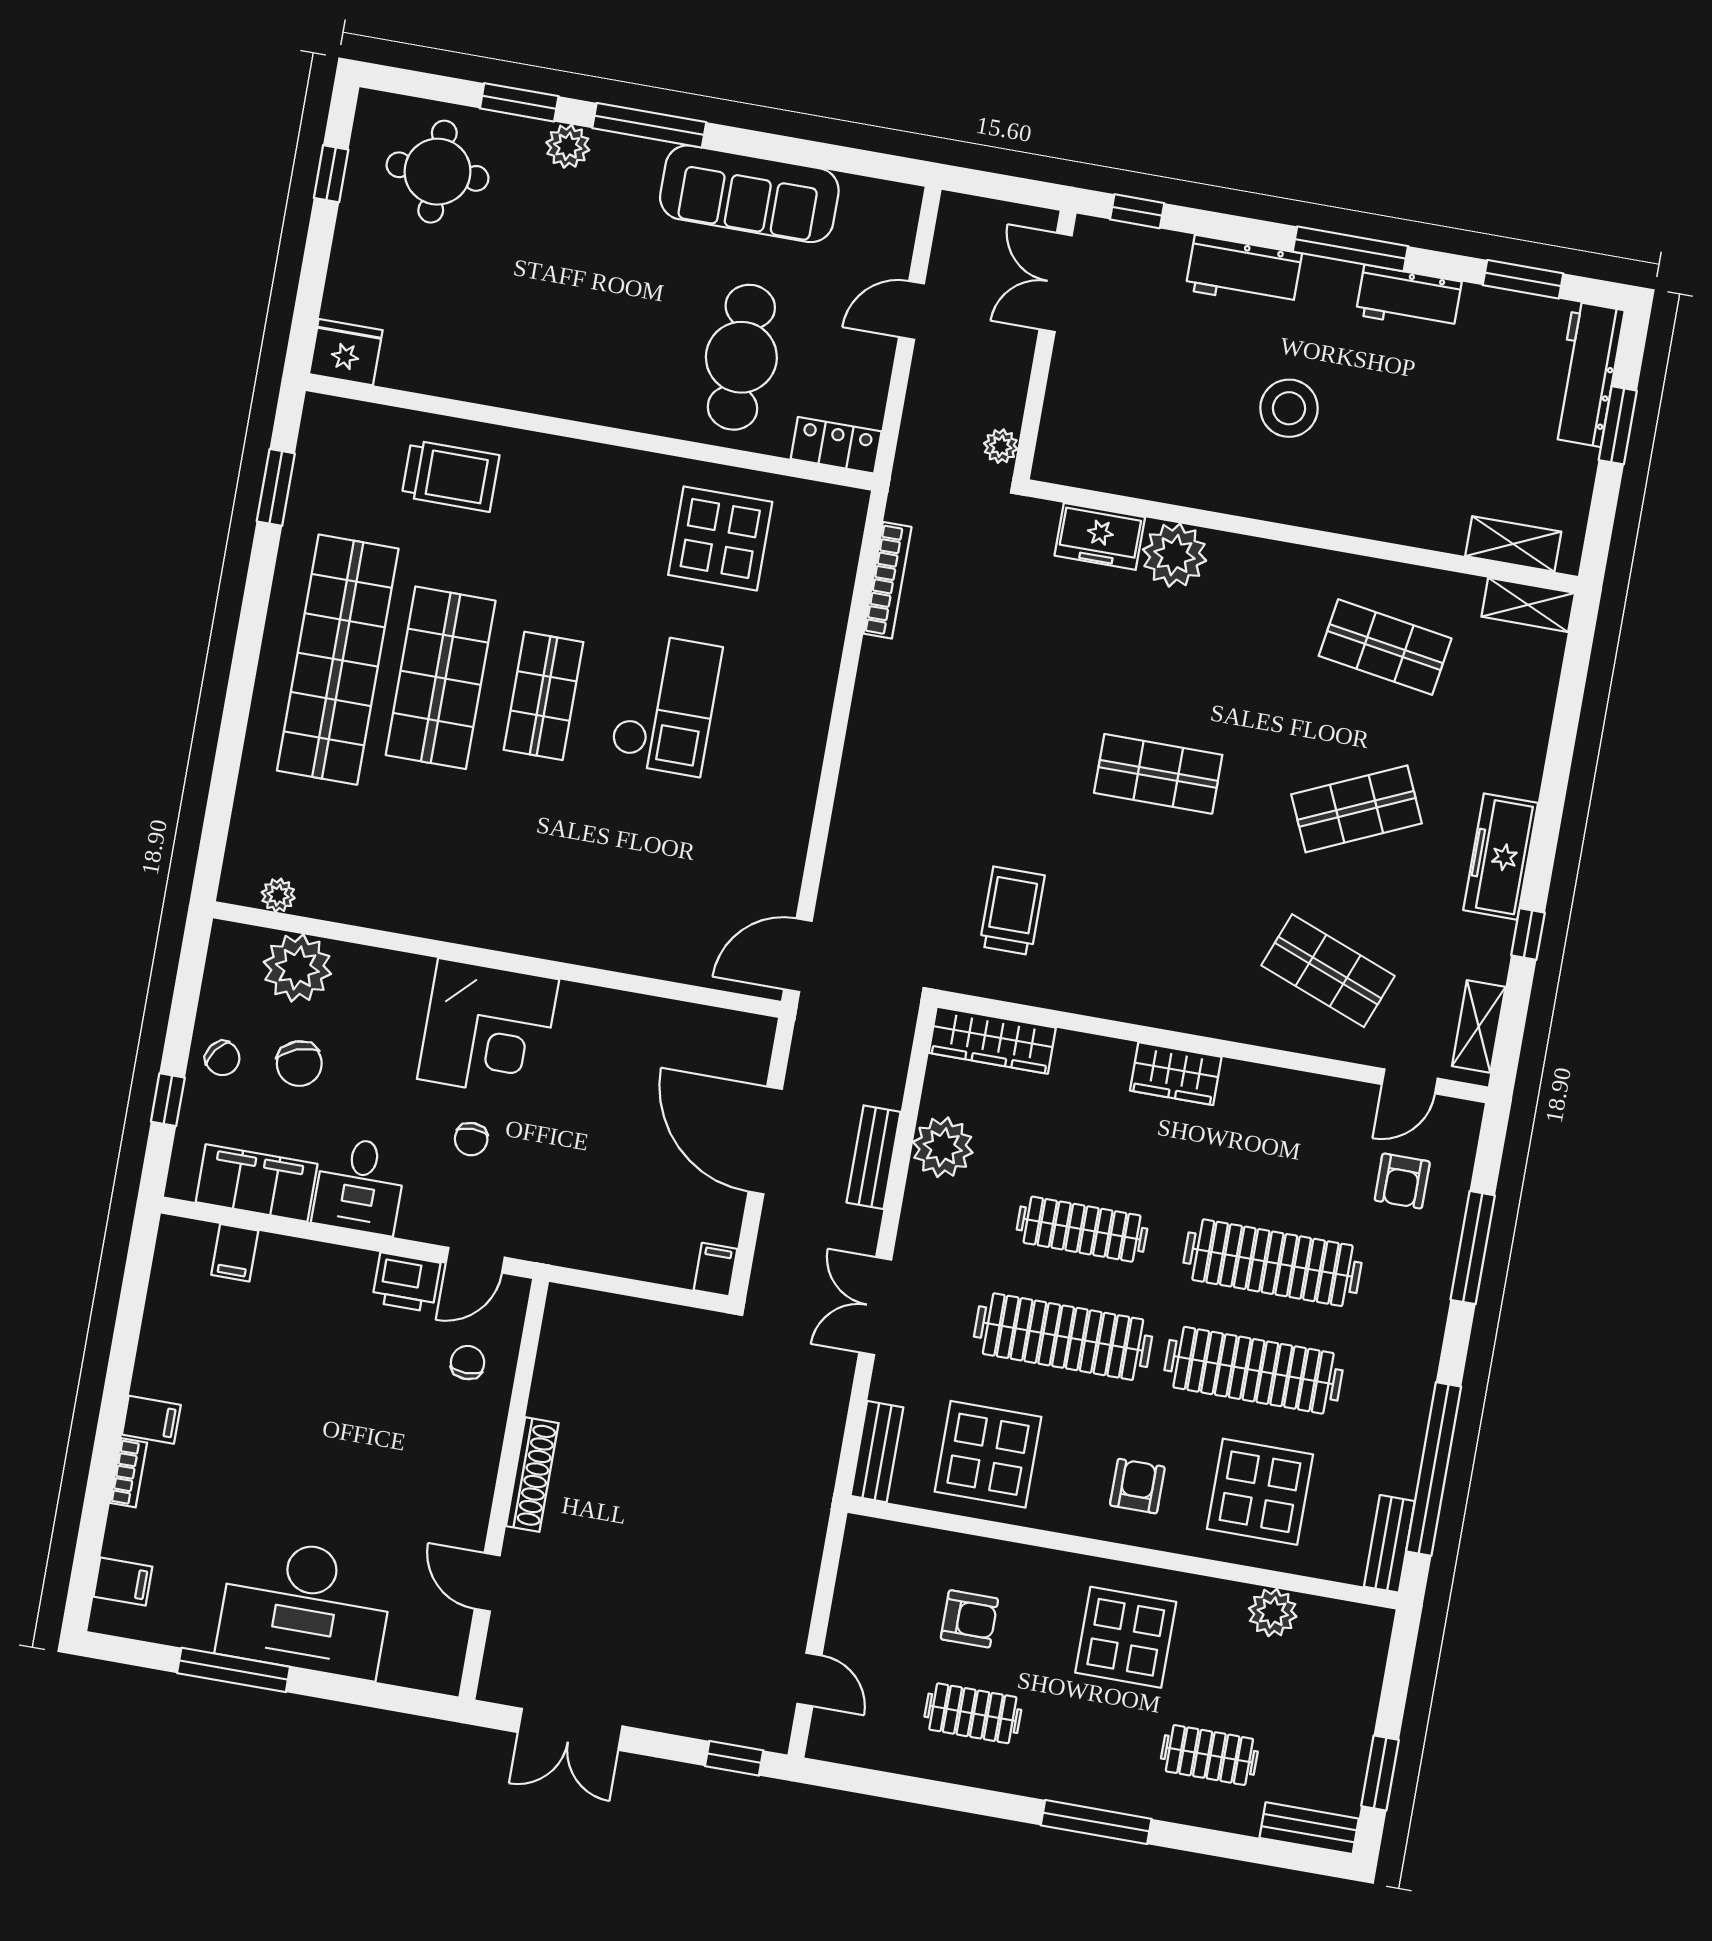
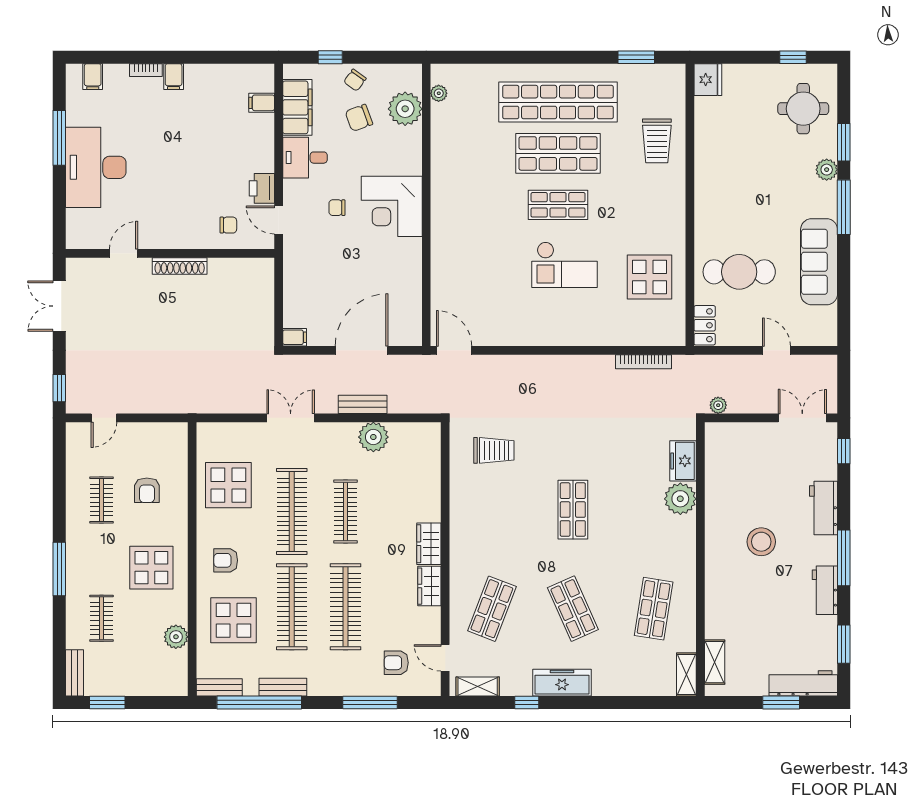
wardrobe: (992, 1040) -> (429, 586), moved, width x0.67
bench: (877, 1452) -> (283, 687), moved
armchair: (1137, 1486) -> (226, 560), turned 180

